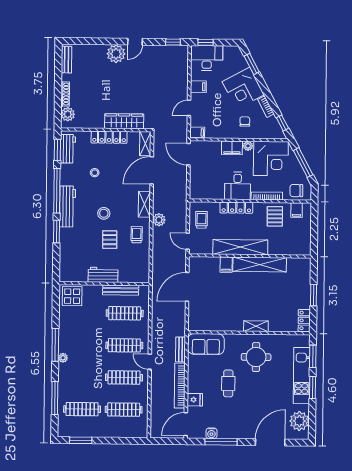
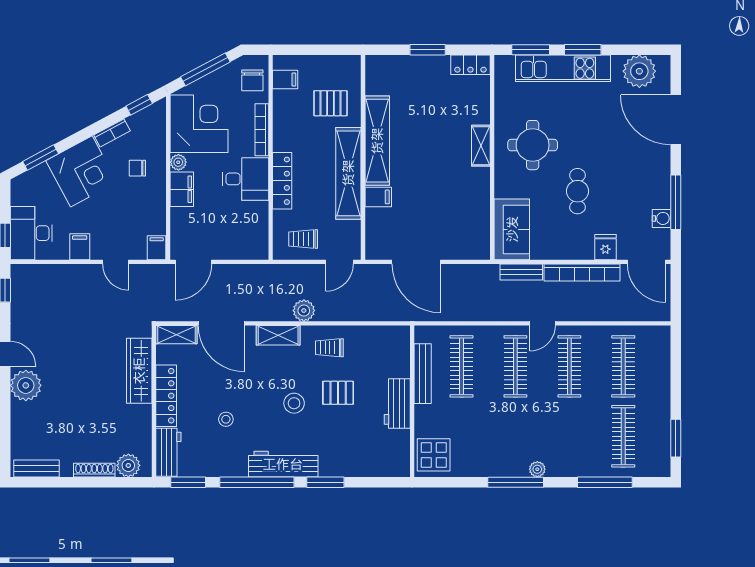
workbench: (68, 149) -> (168, 452), moved, turned 90
pallet: (275, 216) -> (331, 103), moved
cafe table: (228, 383) -> (577, 191), turned 90

